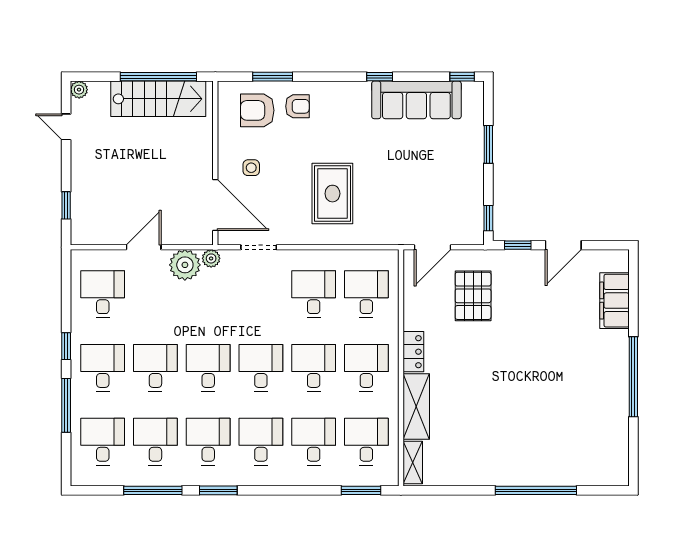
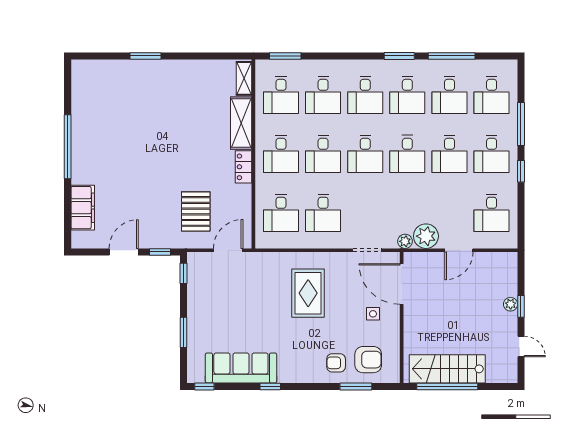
plant: (79, 90) -> (511, 304), moved
window: (66, 205) -> (521, 306), moved
window: (536, 490) -> (146, 56), width x0.47

